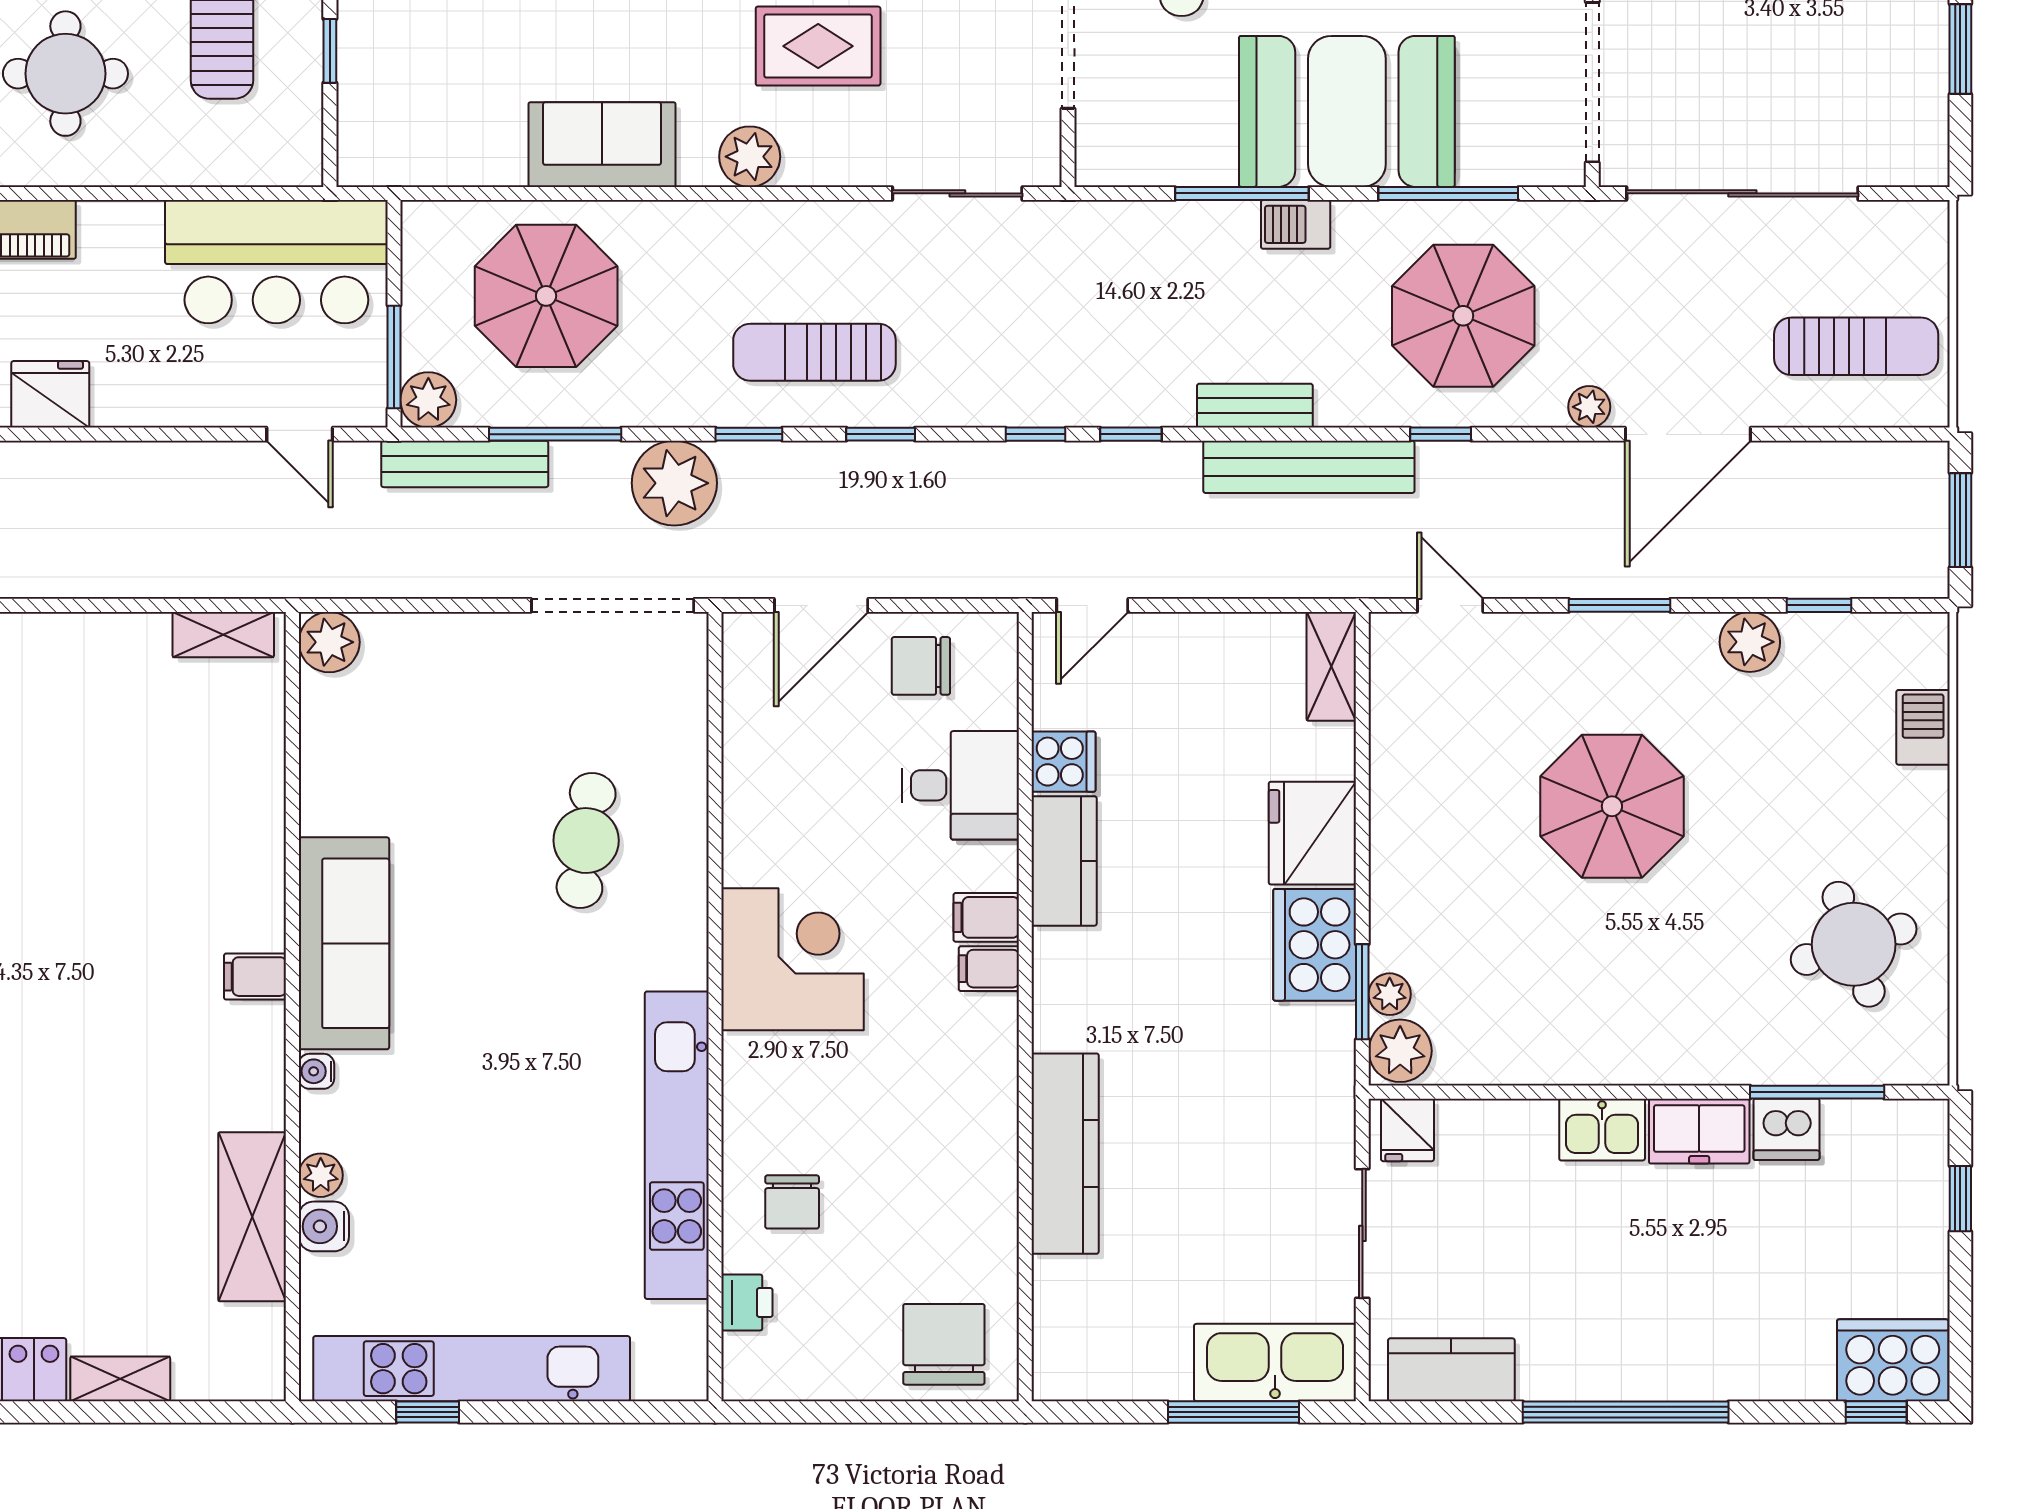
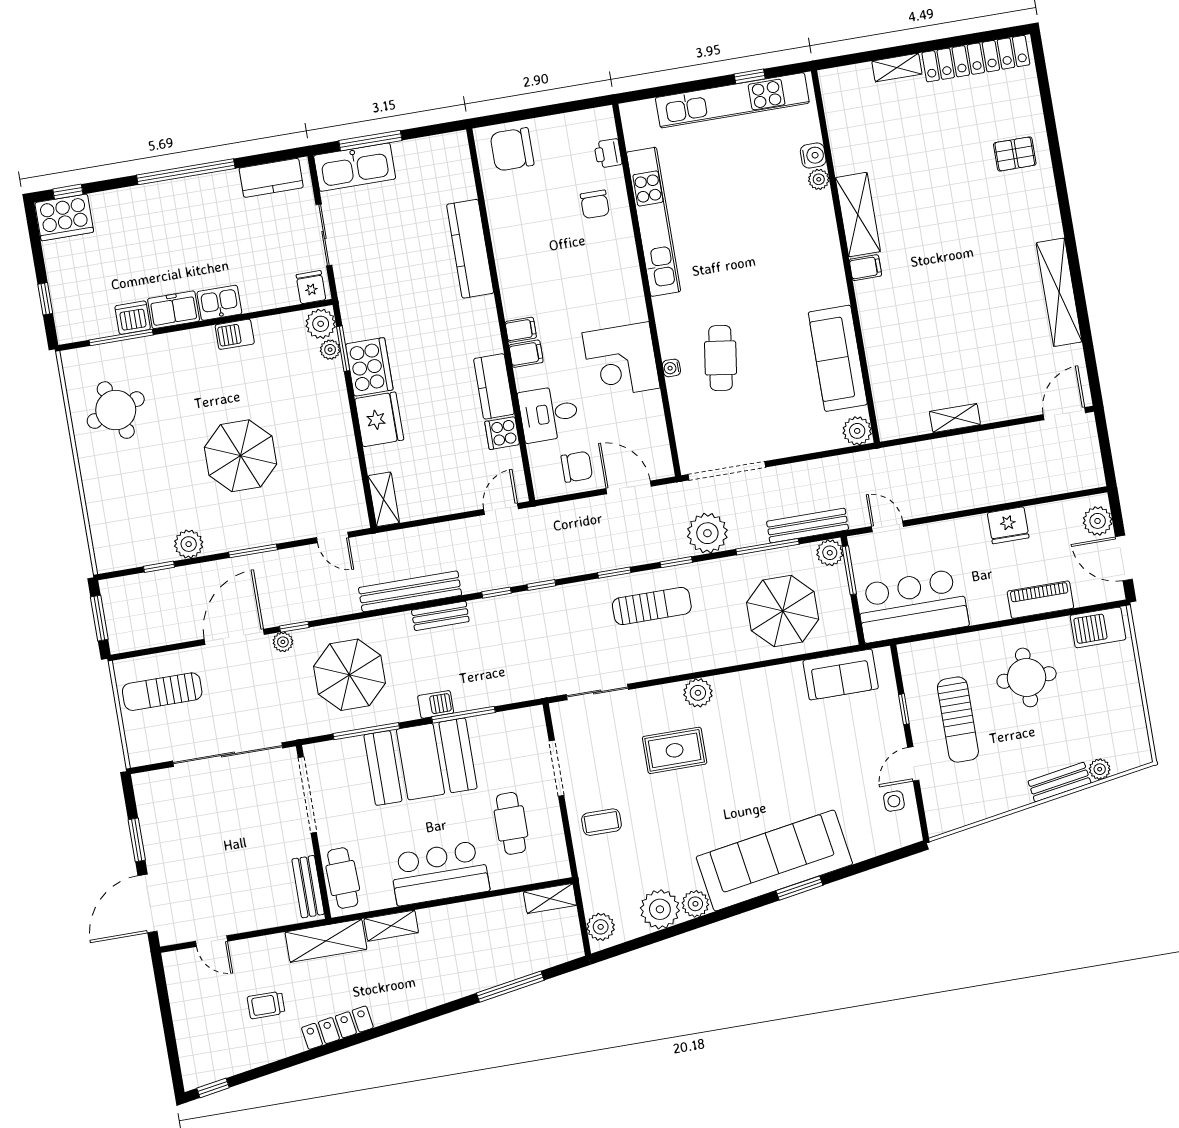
sofa: (602, 145) -> (841, 675), moved
window: (1441, 434) -> (294, 627), moved
door: (821, 605) -> (629, 487), hinge flipped
shelving: (223, 635) -> (955, 418), moved
barbecue: (1923, 727) -> (235, 334), moved, turned 90
sofa: (344, 943) -> (838, 358), moved
corner desk: (793, 959) -> (621, 360), moved
water cooler: (316, 1071) -> (671, 368), moved, turned 180
chair: (792, 1202) -> (595, 204), turned 180
shelving: (252, 1217) -> (858, 215), moved
chair: (944, 1344) -> (512, 149), turned 90

